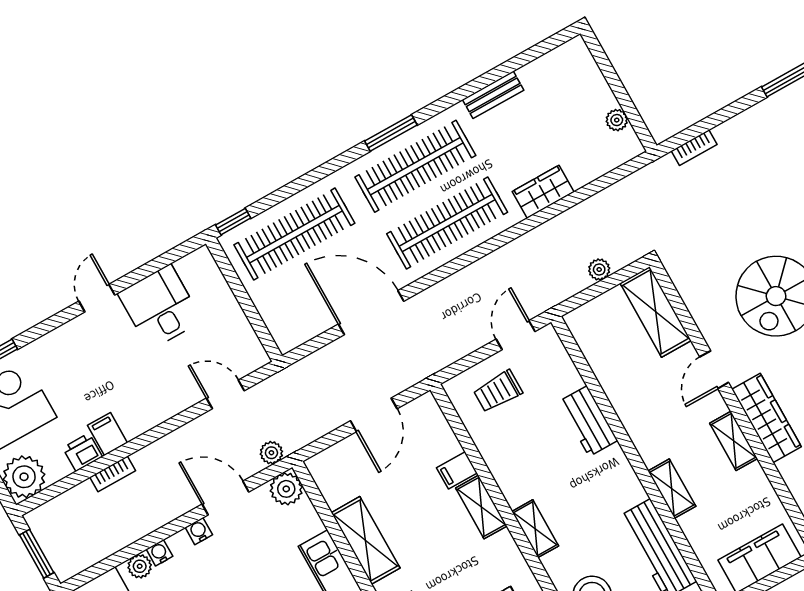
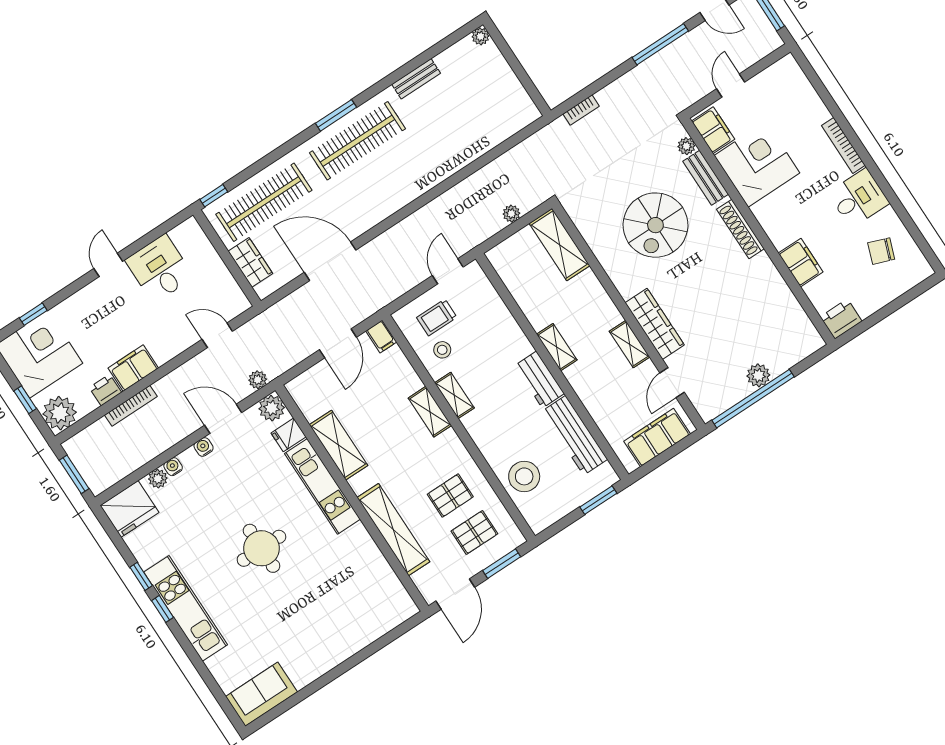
plant: (617, 120) -> (481, 36), moved
wardrobe: (543, 192) -> (250, 262), moved, turned 90
clothes rail: (447, 223) -> (386, 185), removed
door: (714, 370) -> (672, 383), moved
workbench: (588, 421) -> (539, 380), moved
stool: (502, 432) -> (442, 350), added
filing cabinet: (107, 434) -> (133, 368), width x2.00
filing cabinet: (457, 470) -> (381, 336), moved, turned -90
bookcase: (113, 474) -> (131, 406), width x1.56
shelving: (672, 489) -> (557, 347), moved
fridge: (305, 523) -> (289, 435), added
shelving: (535, 529) -> (454, 395), moved

